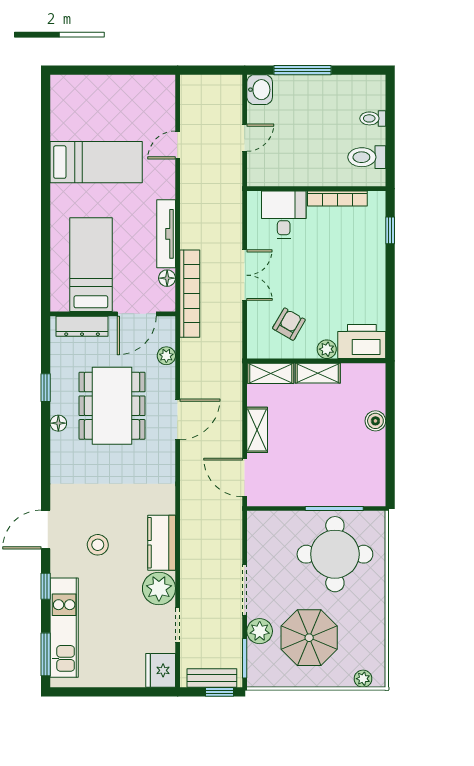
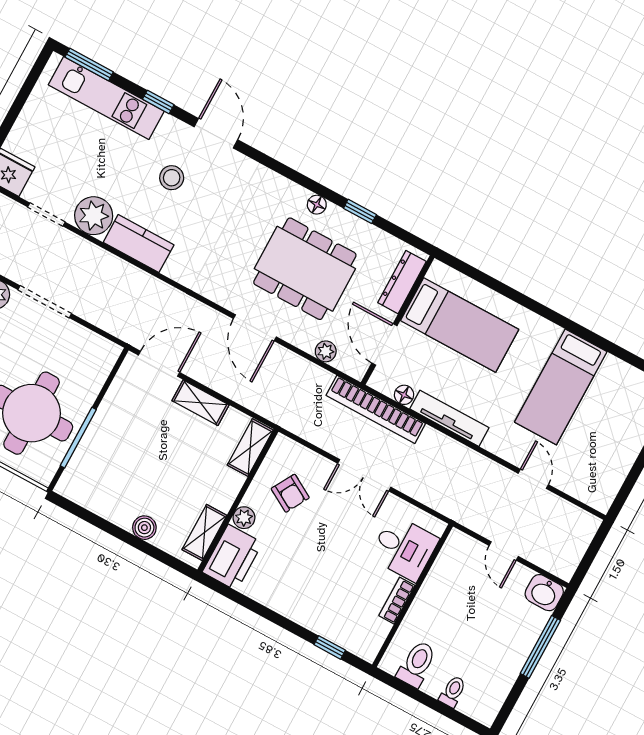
bookcase: (337, 199) -> (397, 601), width x0.64
shelving: (318, 373) -> (204, 532), moved

